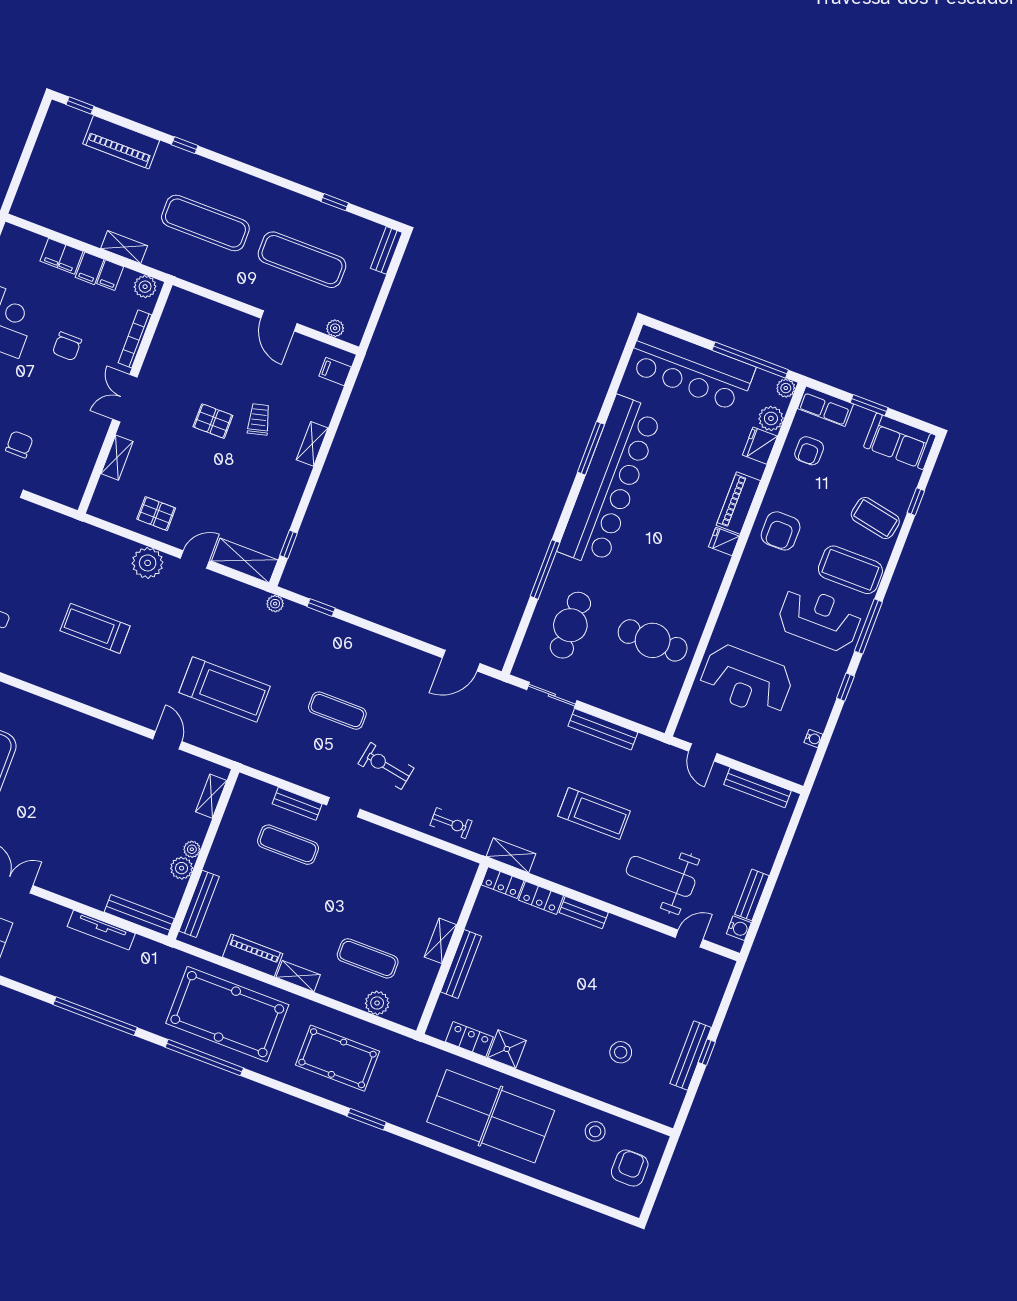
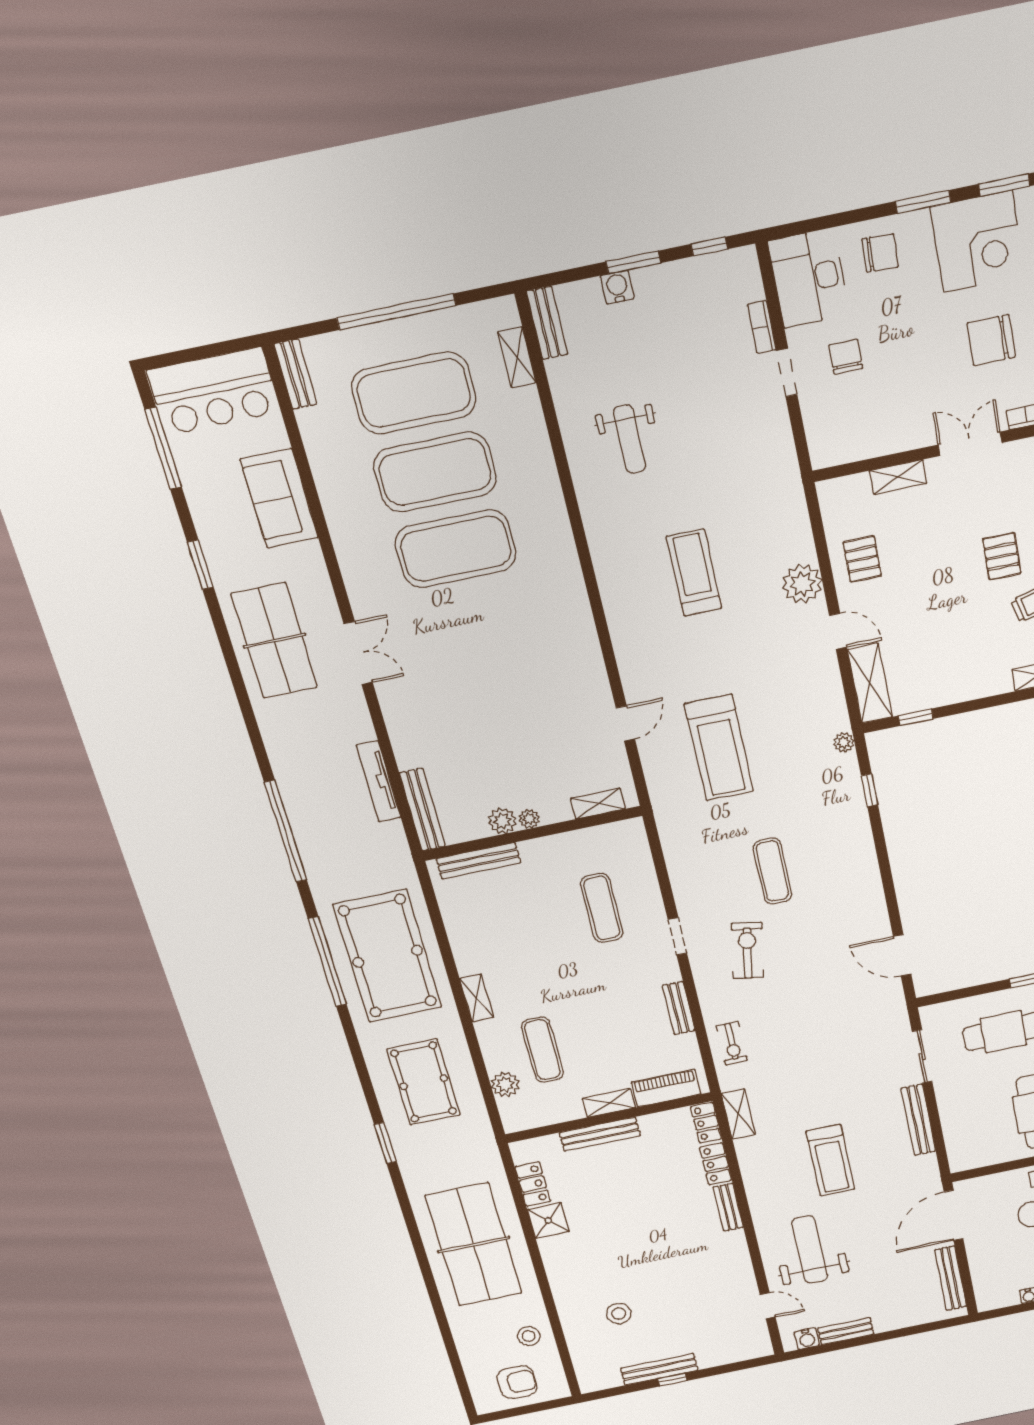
chair: (67, 346) -> (991, 340), width x1.37, depth x1.37
chair: (19, 444) -> (846, 357), turned -90
door: (703, 752) -> (954, 1215), width x1.88
bench: (297, 804) -> (679, 1008), moved
piano: (253, 955) -> (666, 1088), moved, turned -90

